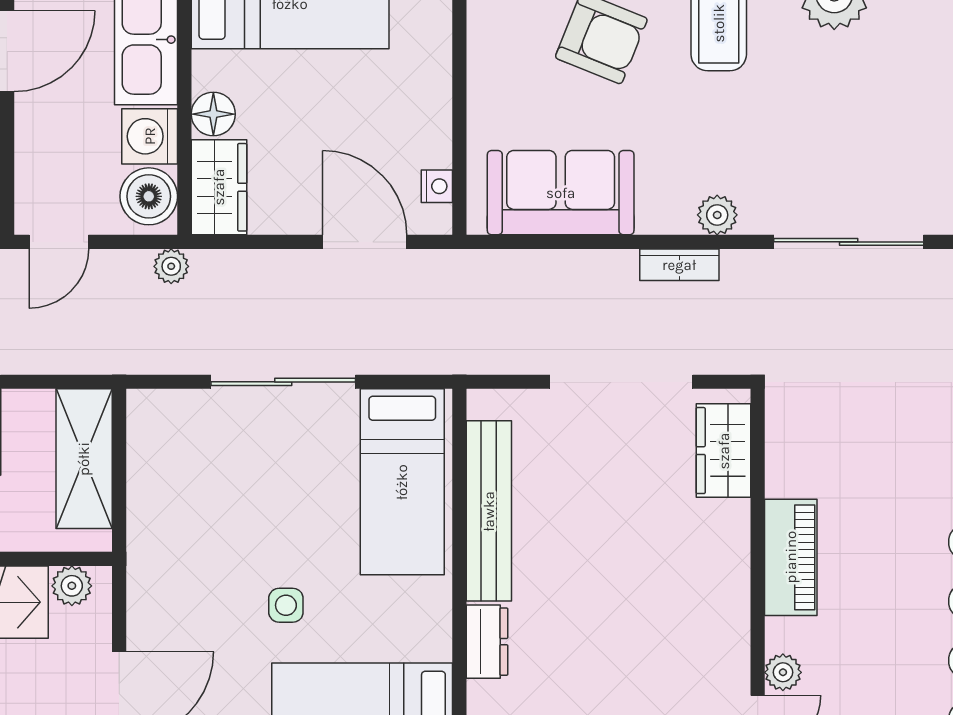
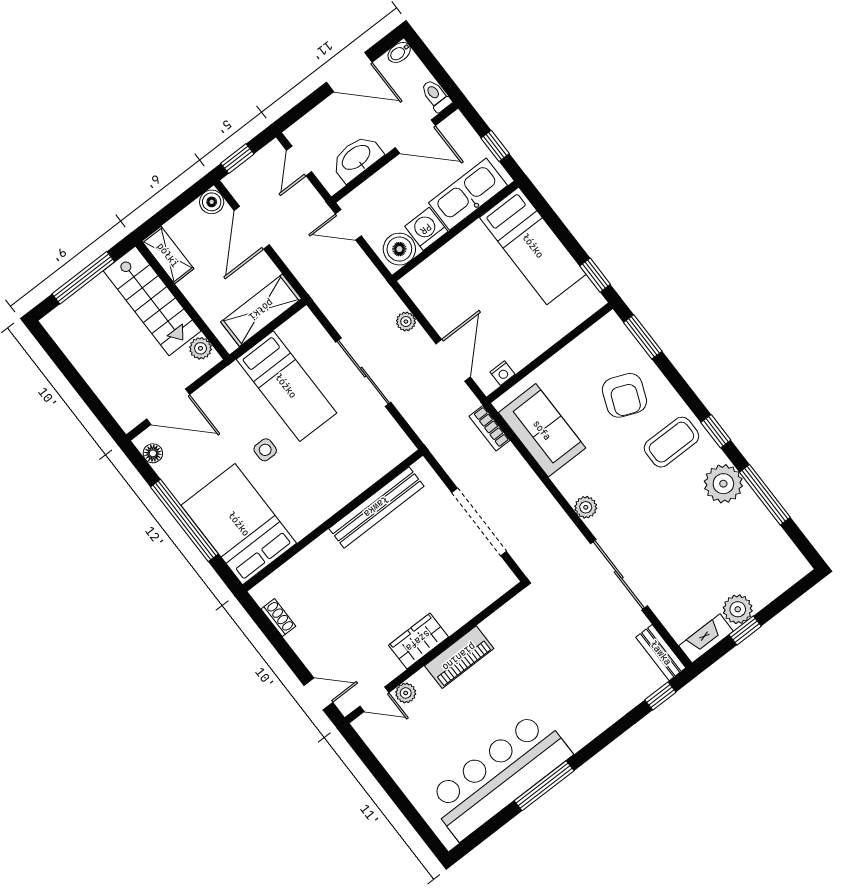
floor lamp: (213, 114) -> (458, 249), removed
wardrobe: (219, 187) -> (427, 277), removed
bookcase: (679, 265) -> (489, 428), moved
plant: (171, 266) -> (406, 322), moved
wardrobe: (724, 451) -> (418, 641), moved
bed: (402, 482) -> (286, 386), moved, turned -90
dresser: (487, 642) -> (318, 551), removed

